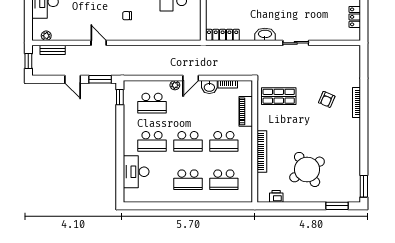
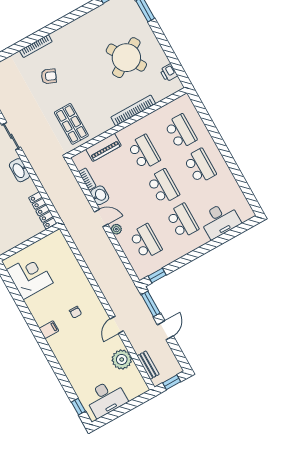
plant: (46, 36) -> (122, 359), moved, width x1.87, depth x1.87

